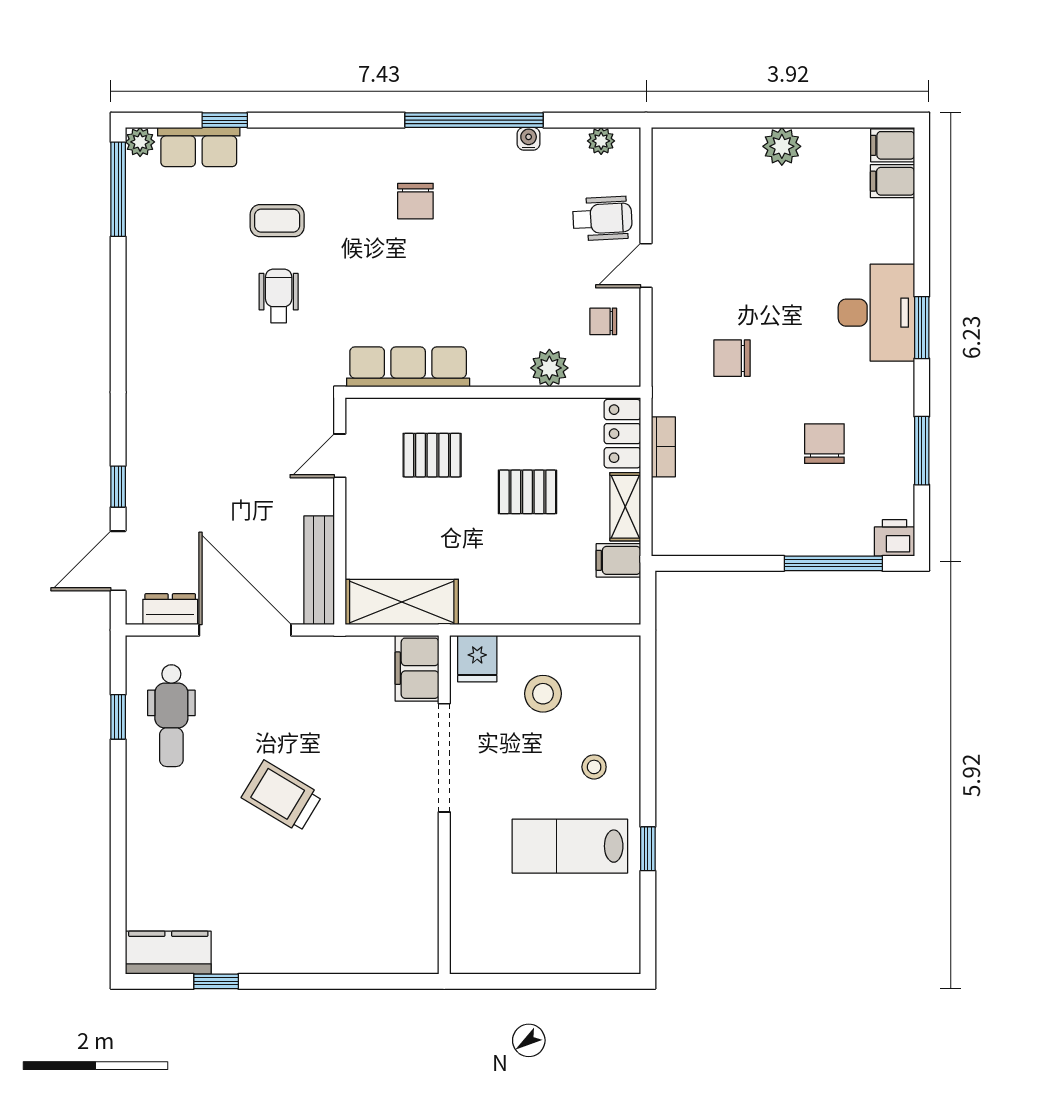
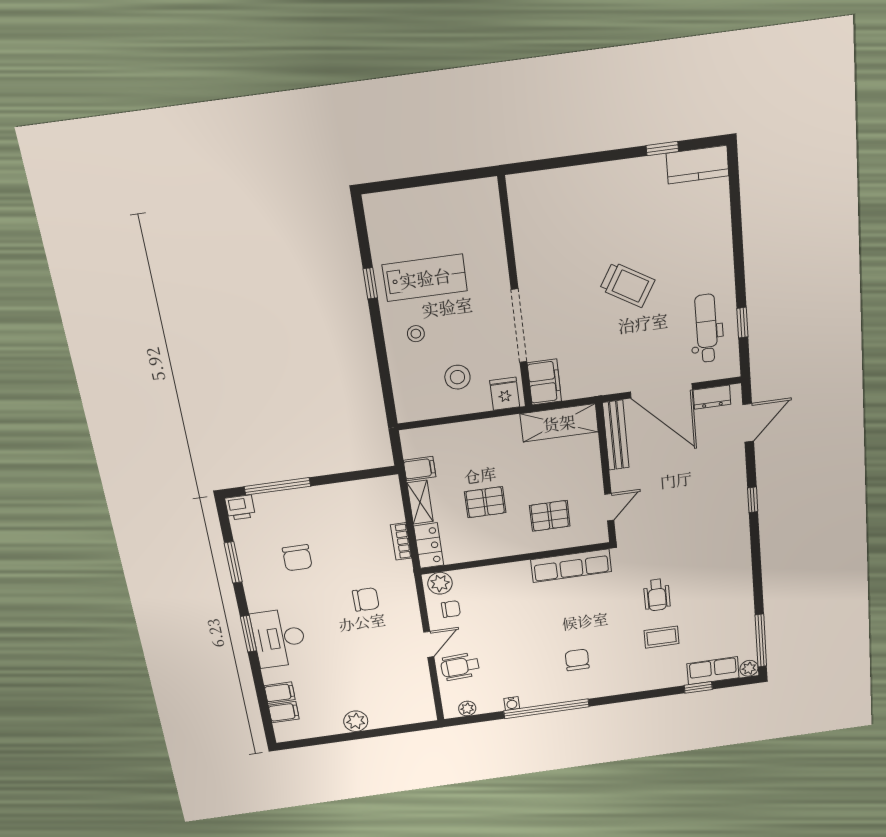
filing cabinet: (893, 145) -> (280, 693), moved
plant: (549, 368) -> (440, 583), moved
window: (118, 487) -> (753, 500), moved

